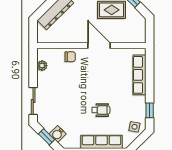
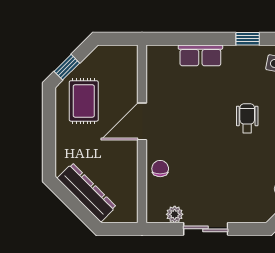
row of seats: (139, 75) -> (200, 55), width x0.68
sliding door: (33, 101) -> (206, 229), moved

